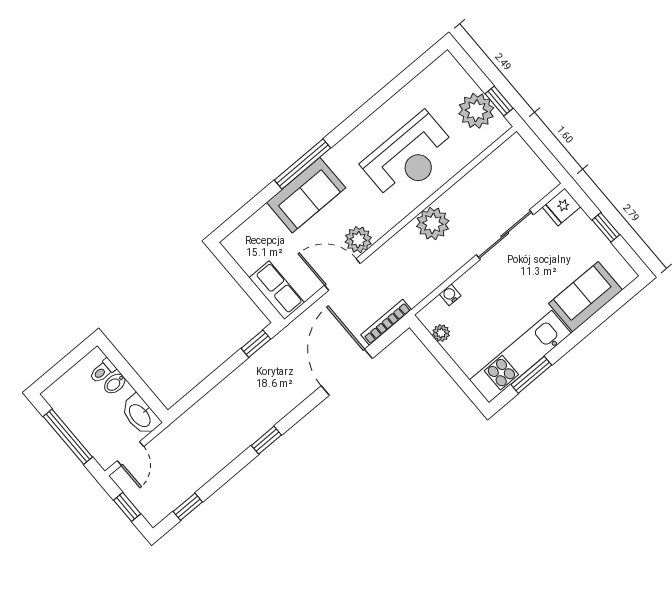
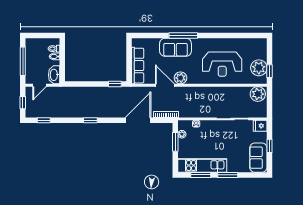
plant: (433, 224) -> (258, 94), moved
row of seats: (277, 290) -> (138, 66), width x1.48
sofa: (585, 297) -> (258, 158), moved, turned -90
window: (577, 336) -> (228, 175), added
window: (441, 355) -> (175, 142), added

